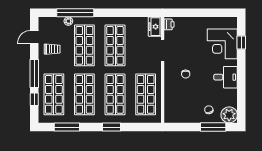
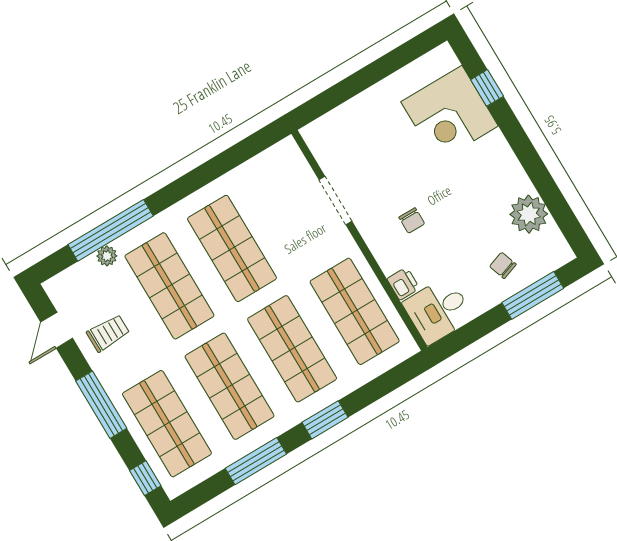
printer: (169, 24) -> (403, 284), moved
freezer: (155, 27) -> (290, 162), removed
desk: (226, 77) -> (438, 310), moved, turned 180
window: (34, 99) -> (145, 478), moved
plant: (229, 115) -> (529, 214), moved
window: (67, 127) -> (256, 461), moved

